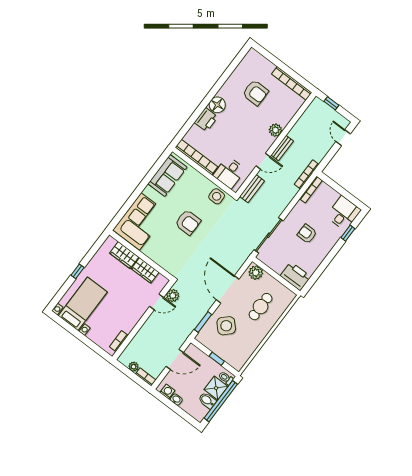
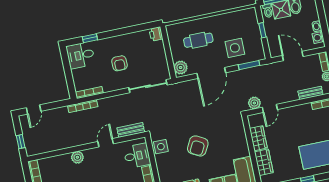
bench: (282, 148) -> (310, 93), moved
door: (263, 161) -> (106, 143), hinge flipped
armchair: (188, 222) -> (198, 146), turned -152
printer: (296, 276) -> (156, 34), width x0.53, depth x0.68
door: (157, 302) -> (270, 108), swing flipped
side table: (226, 326) -> (235, 48), turned 45

